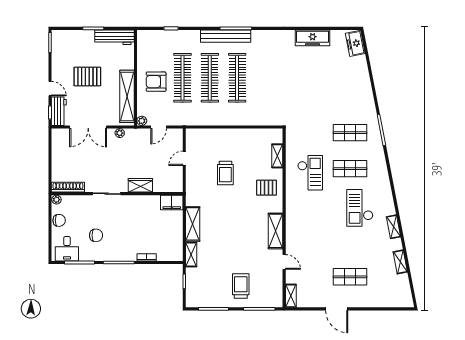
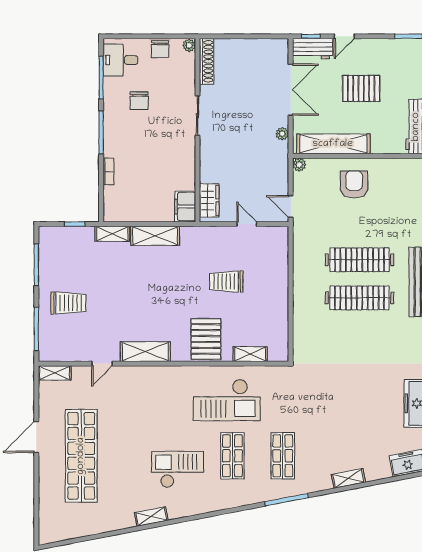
pallet: (87, 77) -> (361, 88), turned 90
clothes rail: (183, 78) -> (359, 222), removed
double door: (88, 127) -> (291, 90), swing flipped
door: (159, 127) -> (291, 206), moved
checkout: (310, 173) -> (227, 400), width x1.36, depth x1.21
wardrobe: (140, 185) -> (209, 200), moved
pallet: (267, 188) -> (206, 339), width x1.50, depth x1.42
shelving: (400, 262) -> (348, 478), moved
shop shelf: (350, 277) -> (81, 456), width x2.00, depth x1.36

